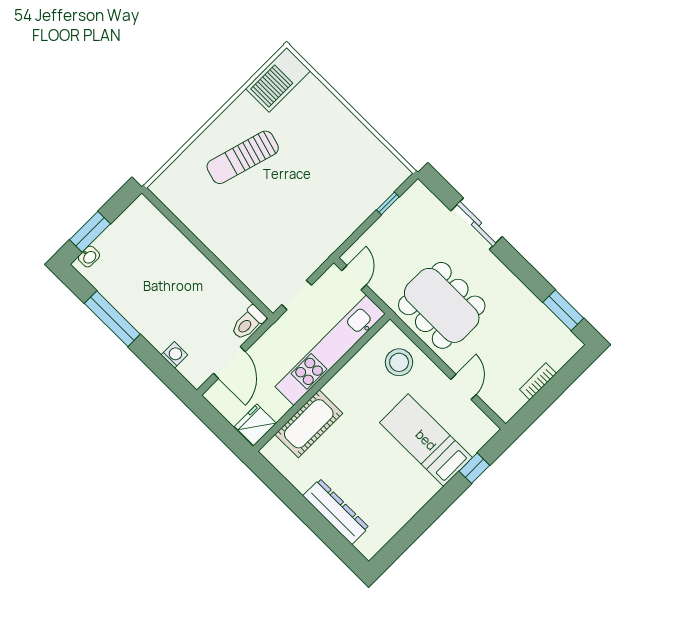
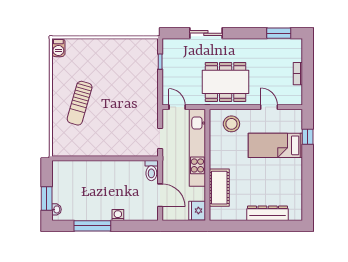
barbecue: (278, 80) -> (58, 48), width x0.53, depth x0.65
washing machine: (174, 355) -> (118, 215), moved

